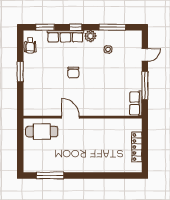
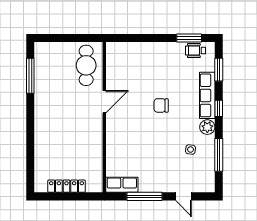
window: (20, 72) -> (189, 38), moved

